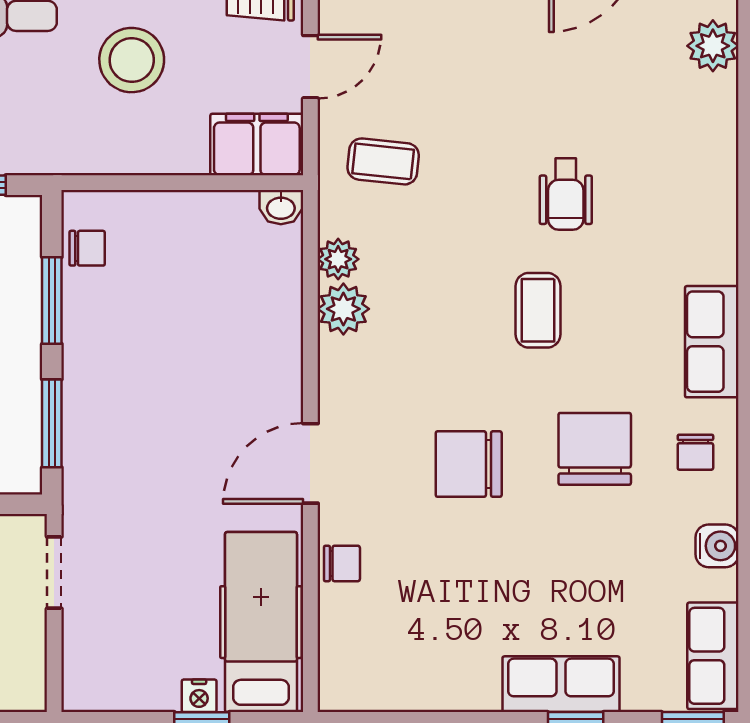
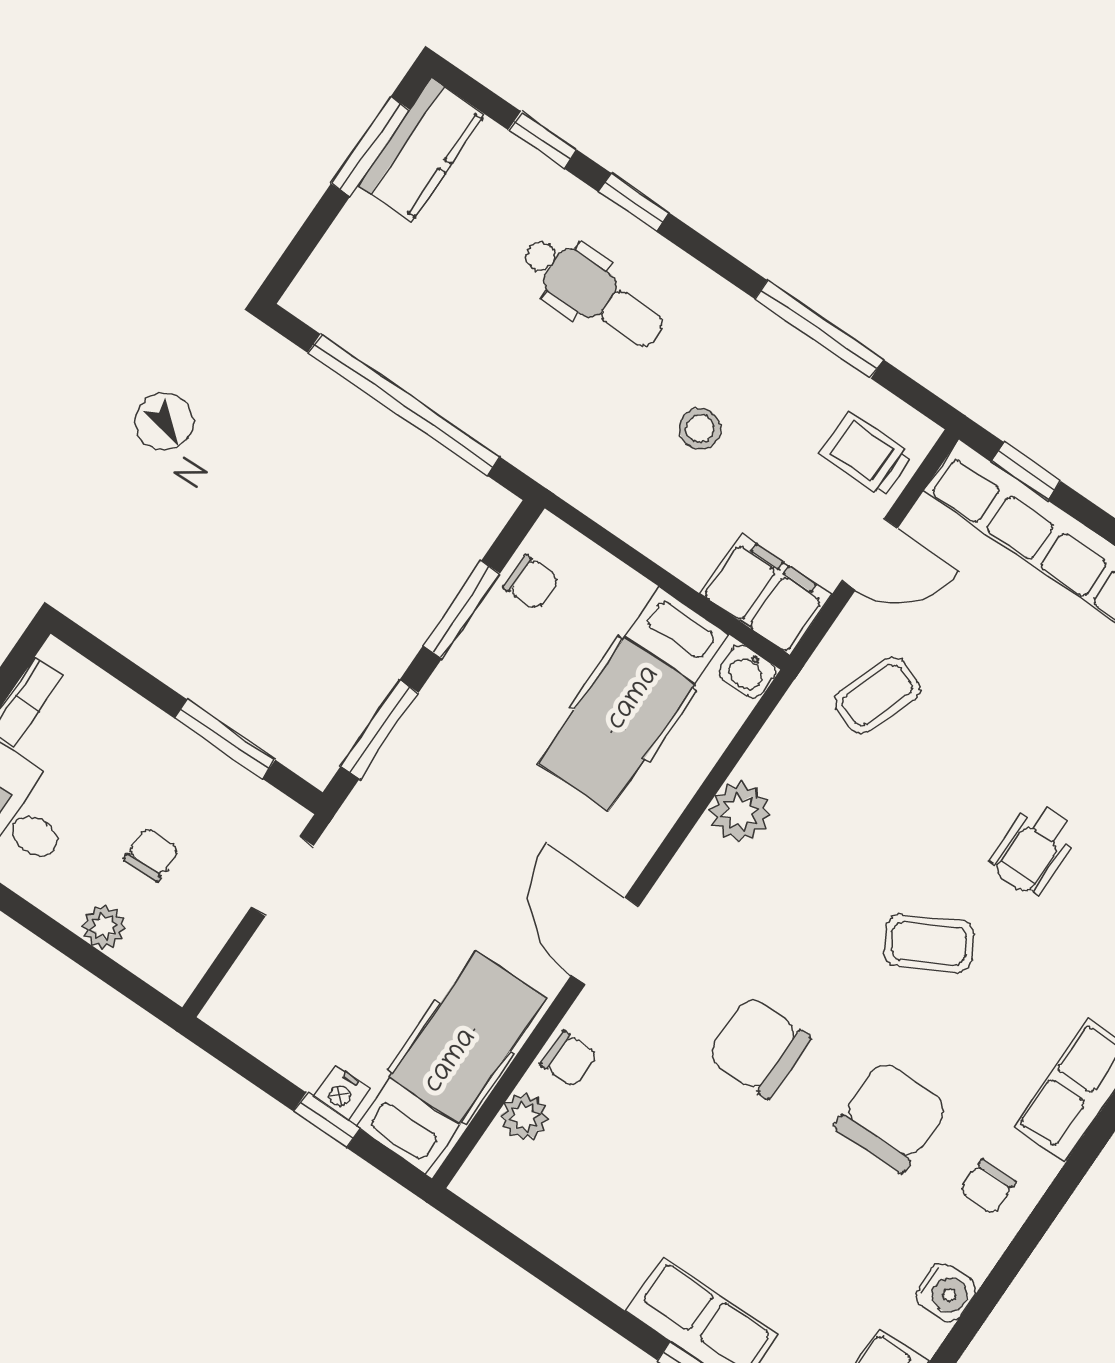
stool: (132, 60) -> (700, 429), width x0.53, depth x0.53
coffee table: (383, 161) -> (877, 695), turned -75
plant: (338, 259) -> (524, 1116), moved
hospital bed: (215, 281) -> (634, 699), added
coffee table: (538, 310) -> (929, 943), turned 61
door: (310, 463) -> (605, 941), hinge flipped

